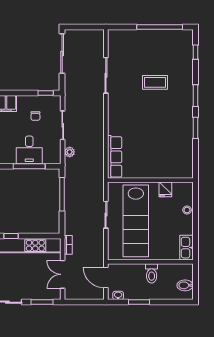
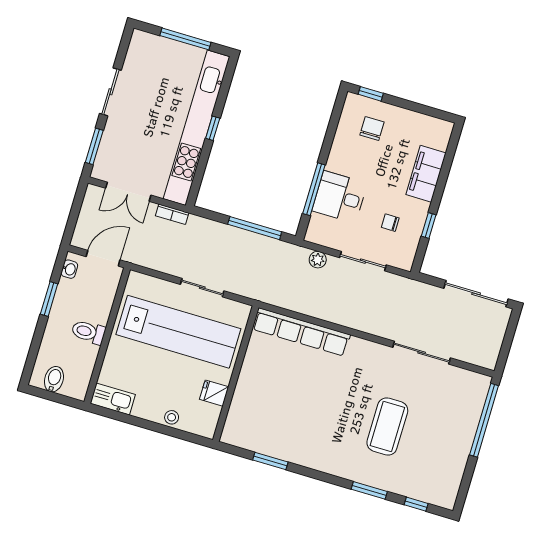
window: (160, 27) -> (484, 420), moved
coffee table: (155, 82) -> (387, 426), width x1.36, depth x1.32
window: (46, 93) -> (429, 226), moved
window: (195, 96) -> (369, 490), moved
window: (195, 128) -> (270, 461), moved
row of seats: (115, 157) -> (301, 332), width x1.36
lab bench: (136, 221) -> (178, 332), turned 180
double door: (63, 274) -> (128, 192), swing flipped

